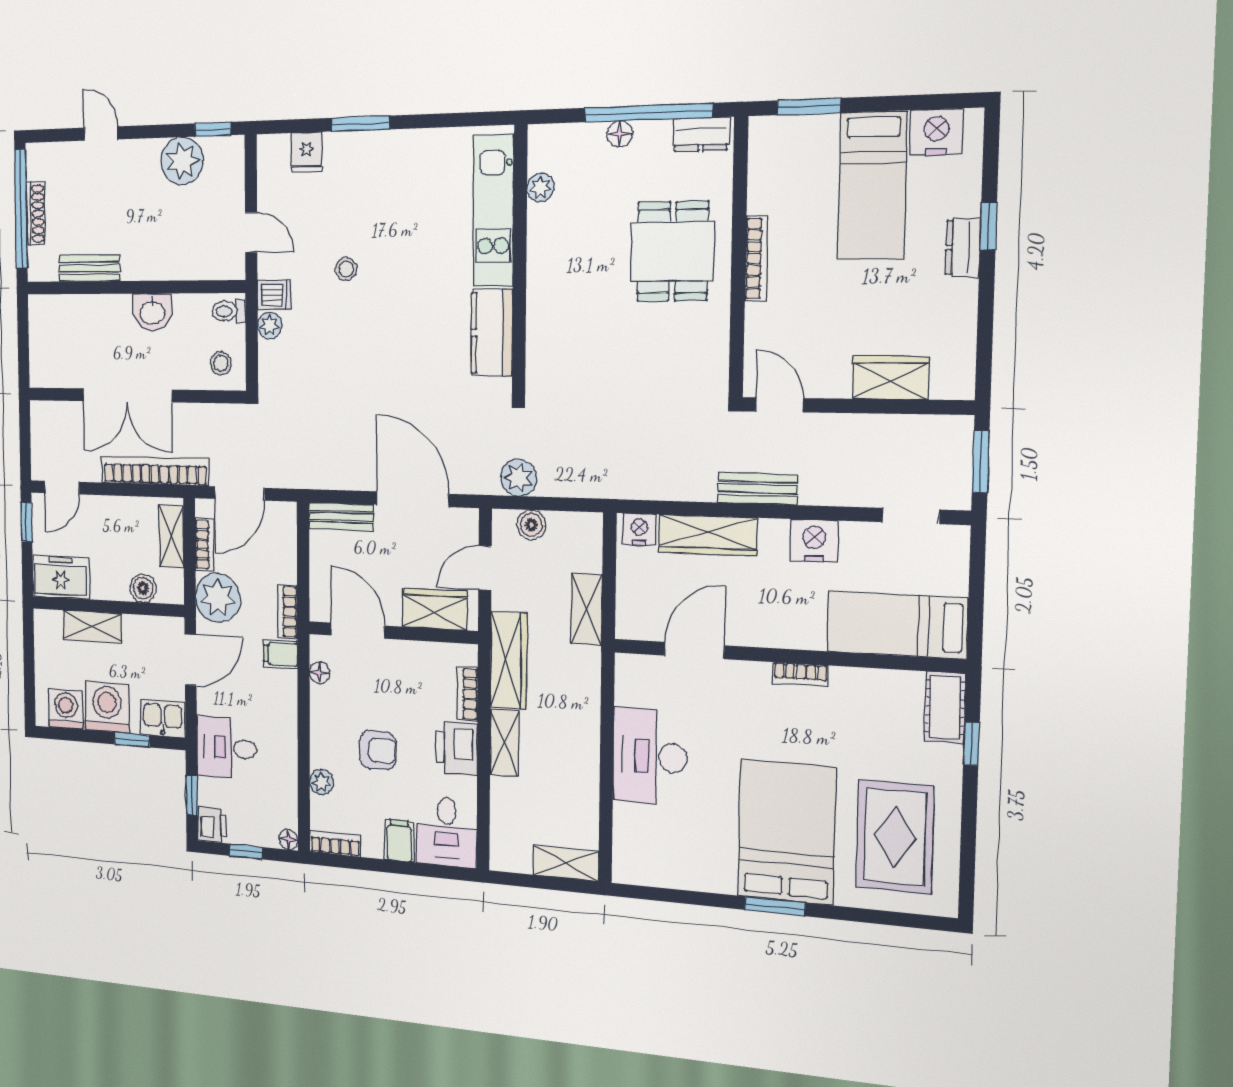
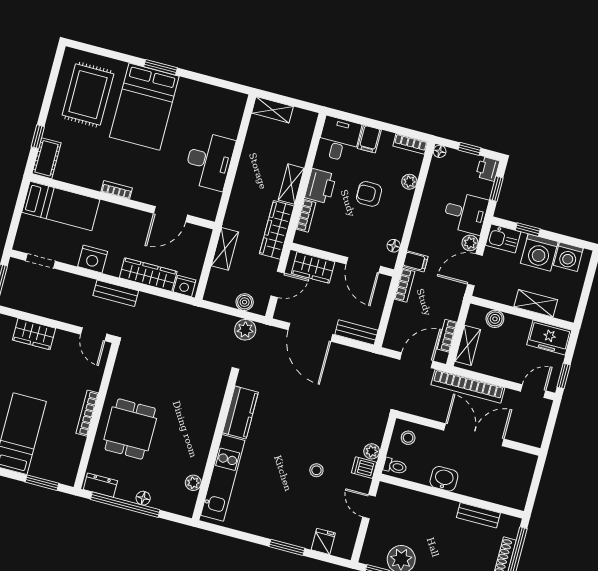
plant: (218, 598) -> (470, 243), moved, width x0.53, depth x0.53

